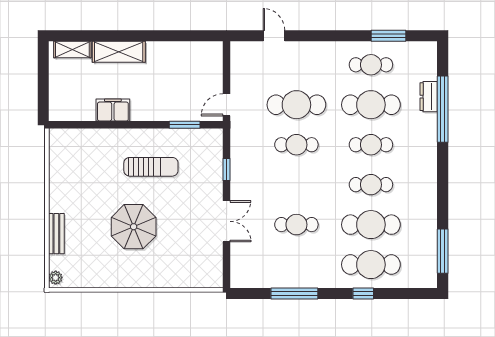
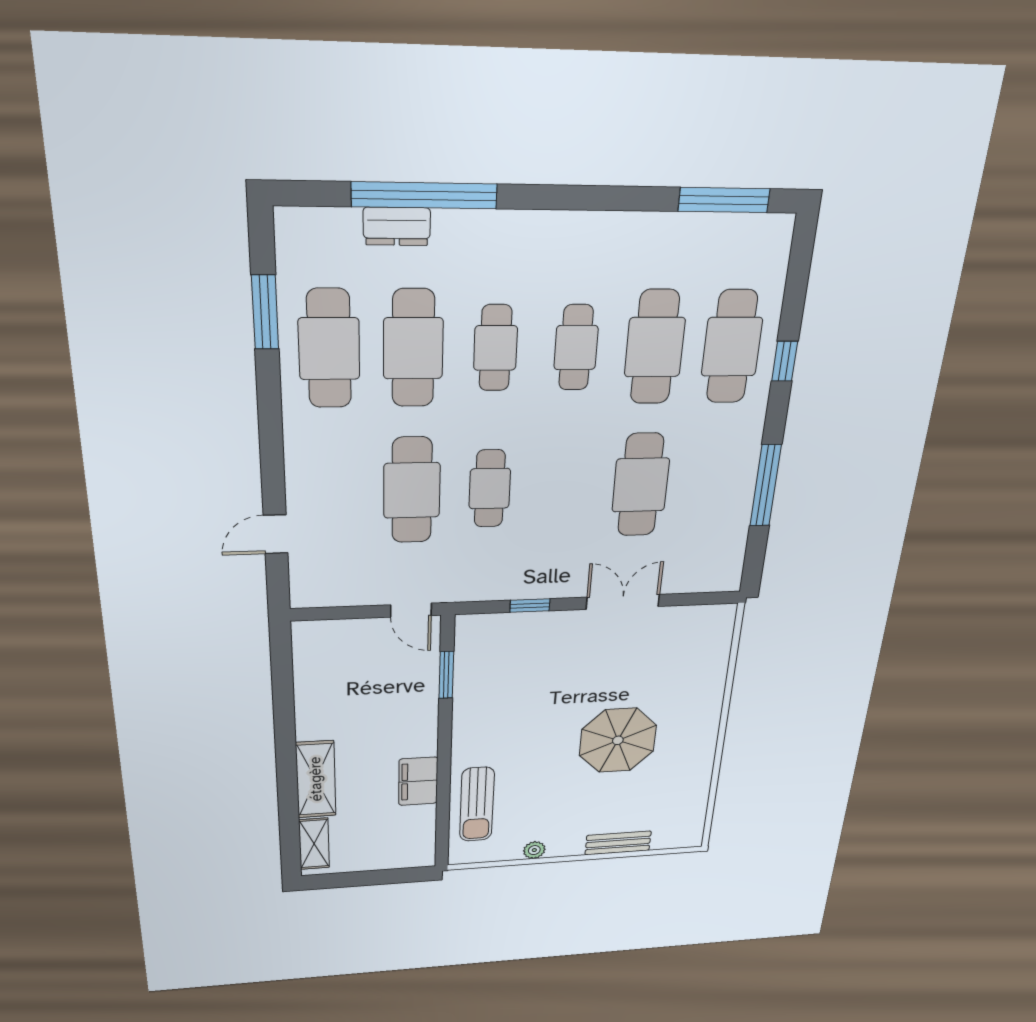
cafe table: (371, 65) -> (329, 349), width x1.37, depth x1.35
sun lounger: (151, 167) -> (477, 804), moved, turned 180
cafe table: (296, 225) -> (641, 485), width x1.37, depth x1.35
plant: (56, 278) -> (534, 850), moved

